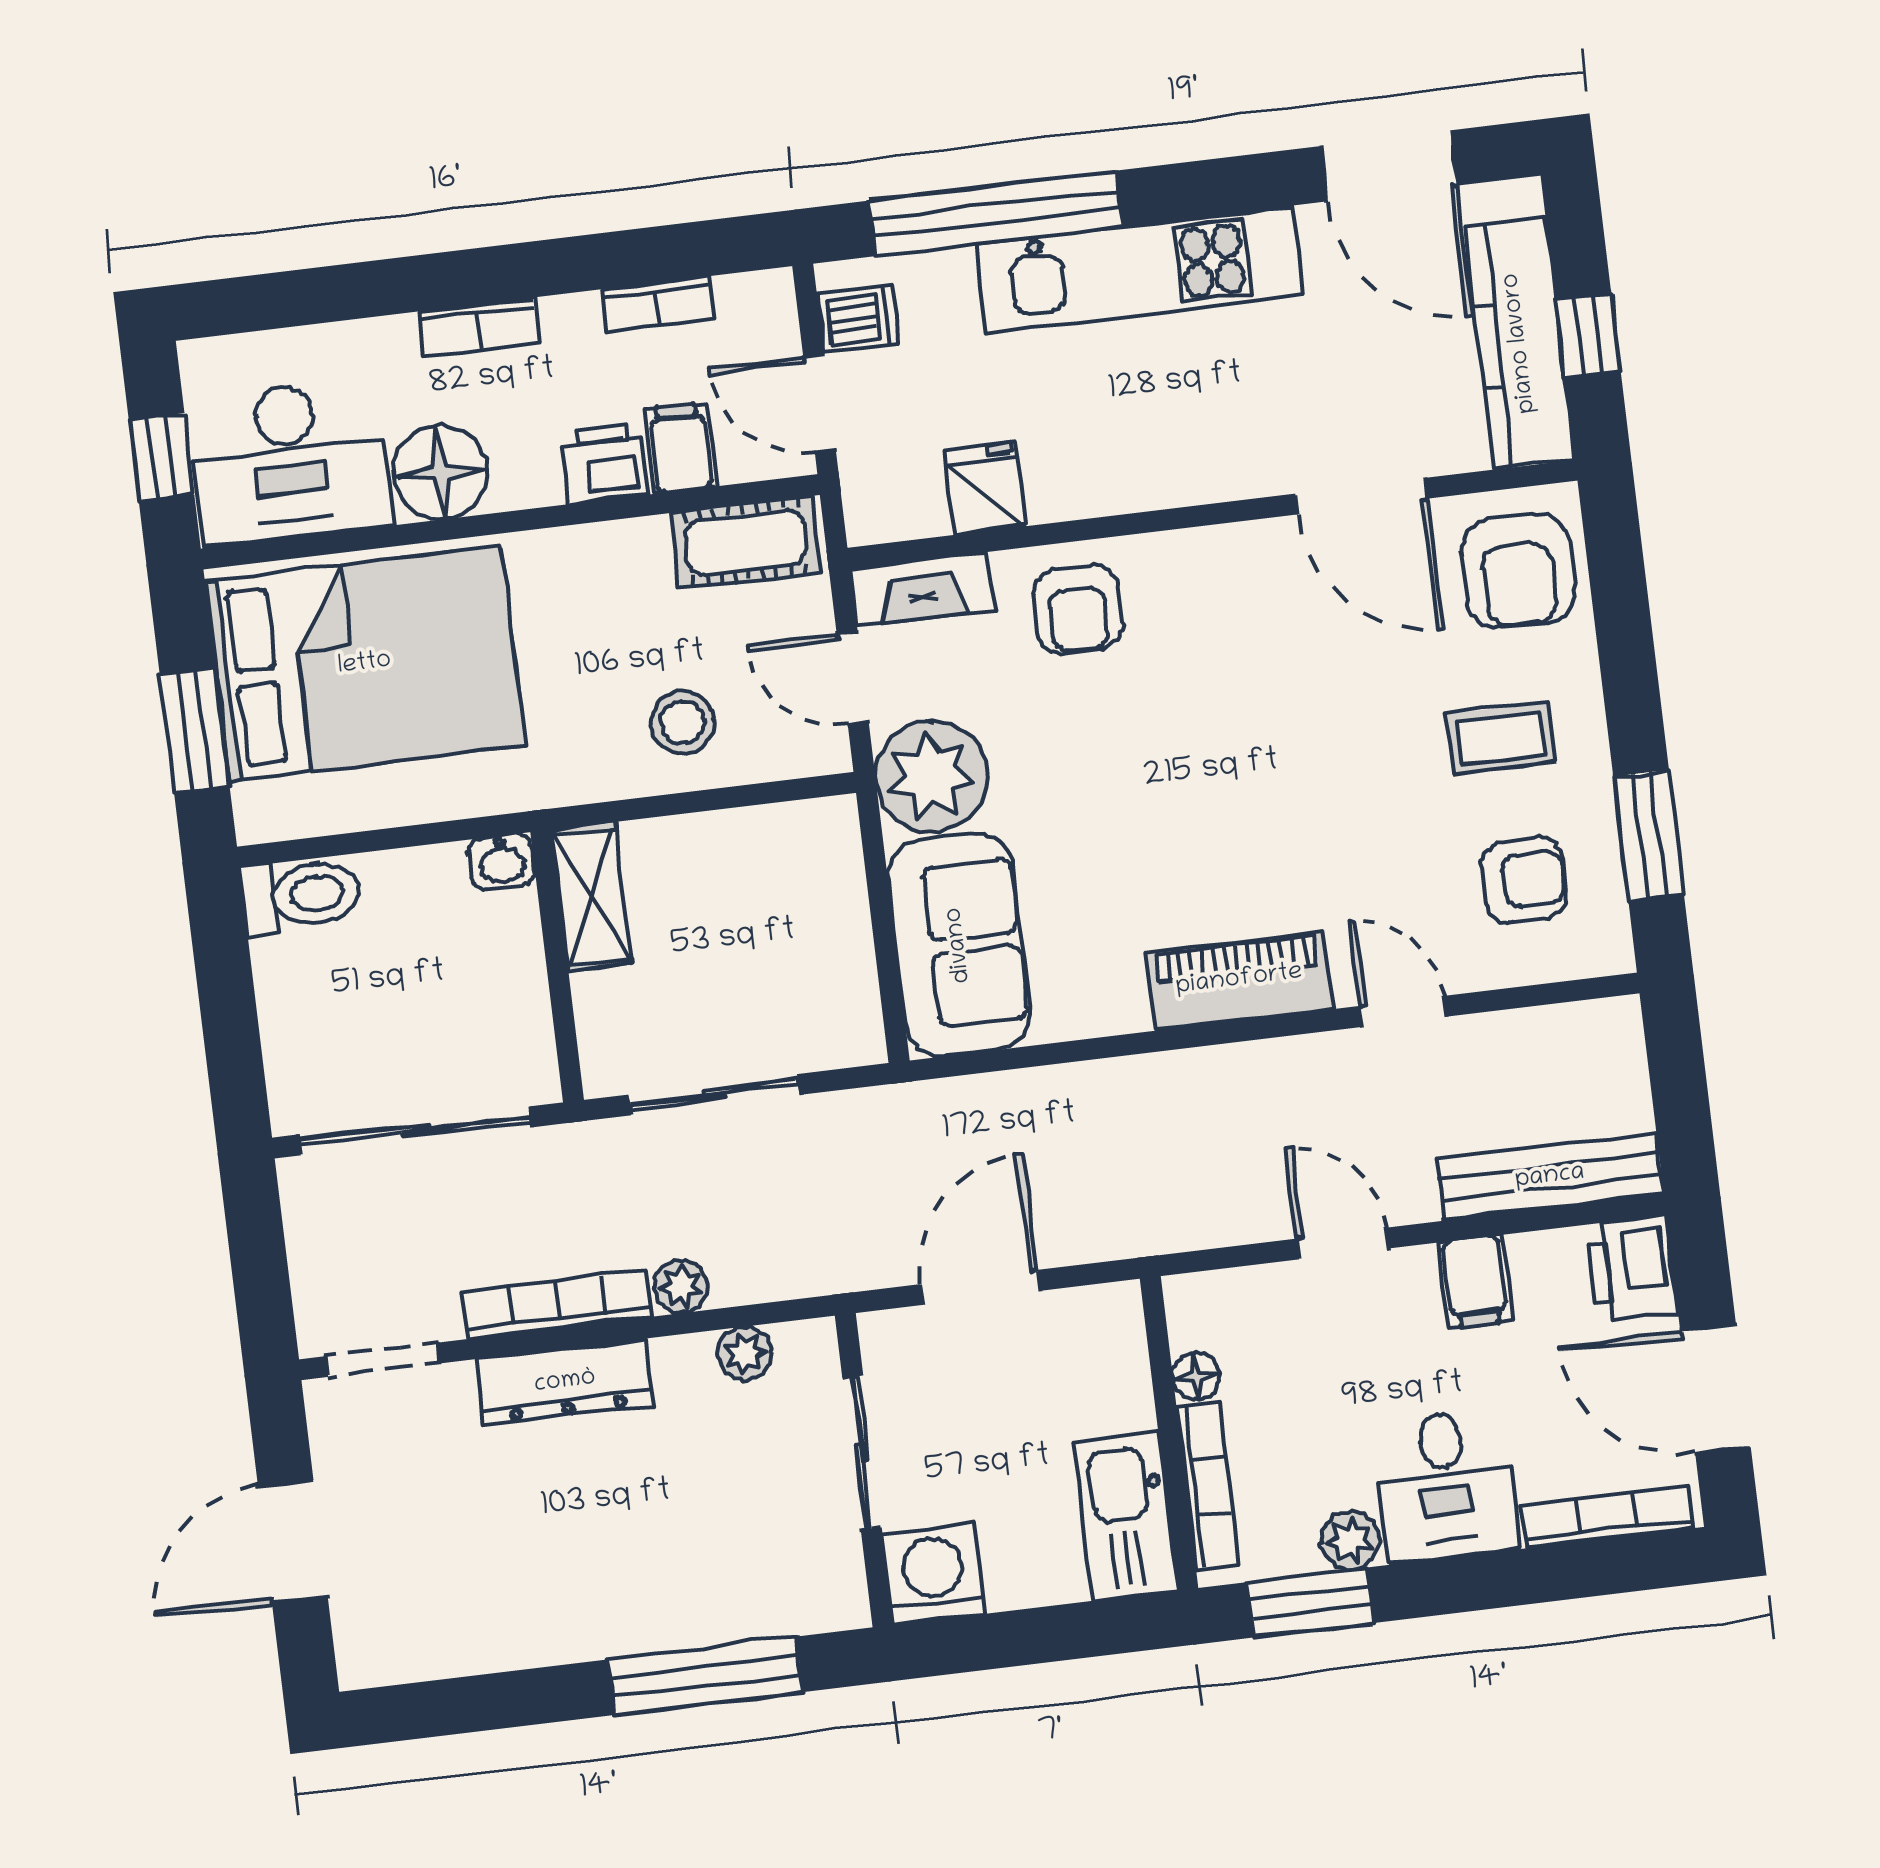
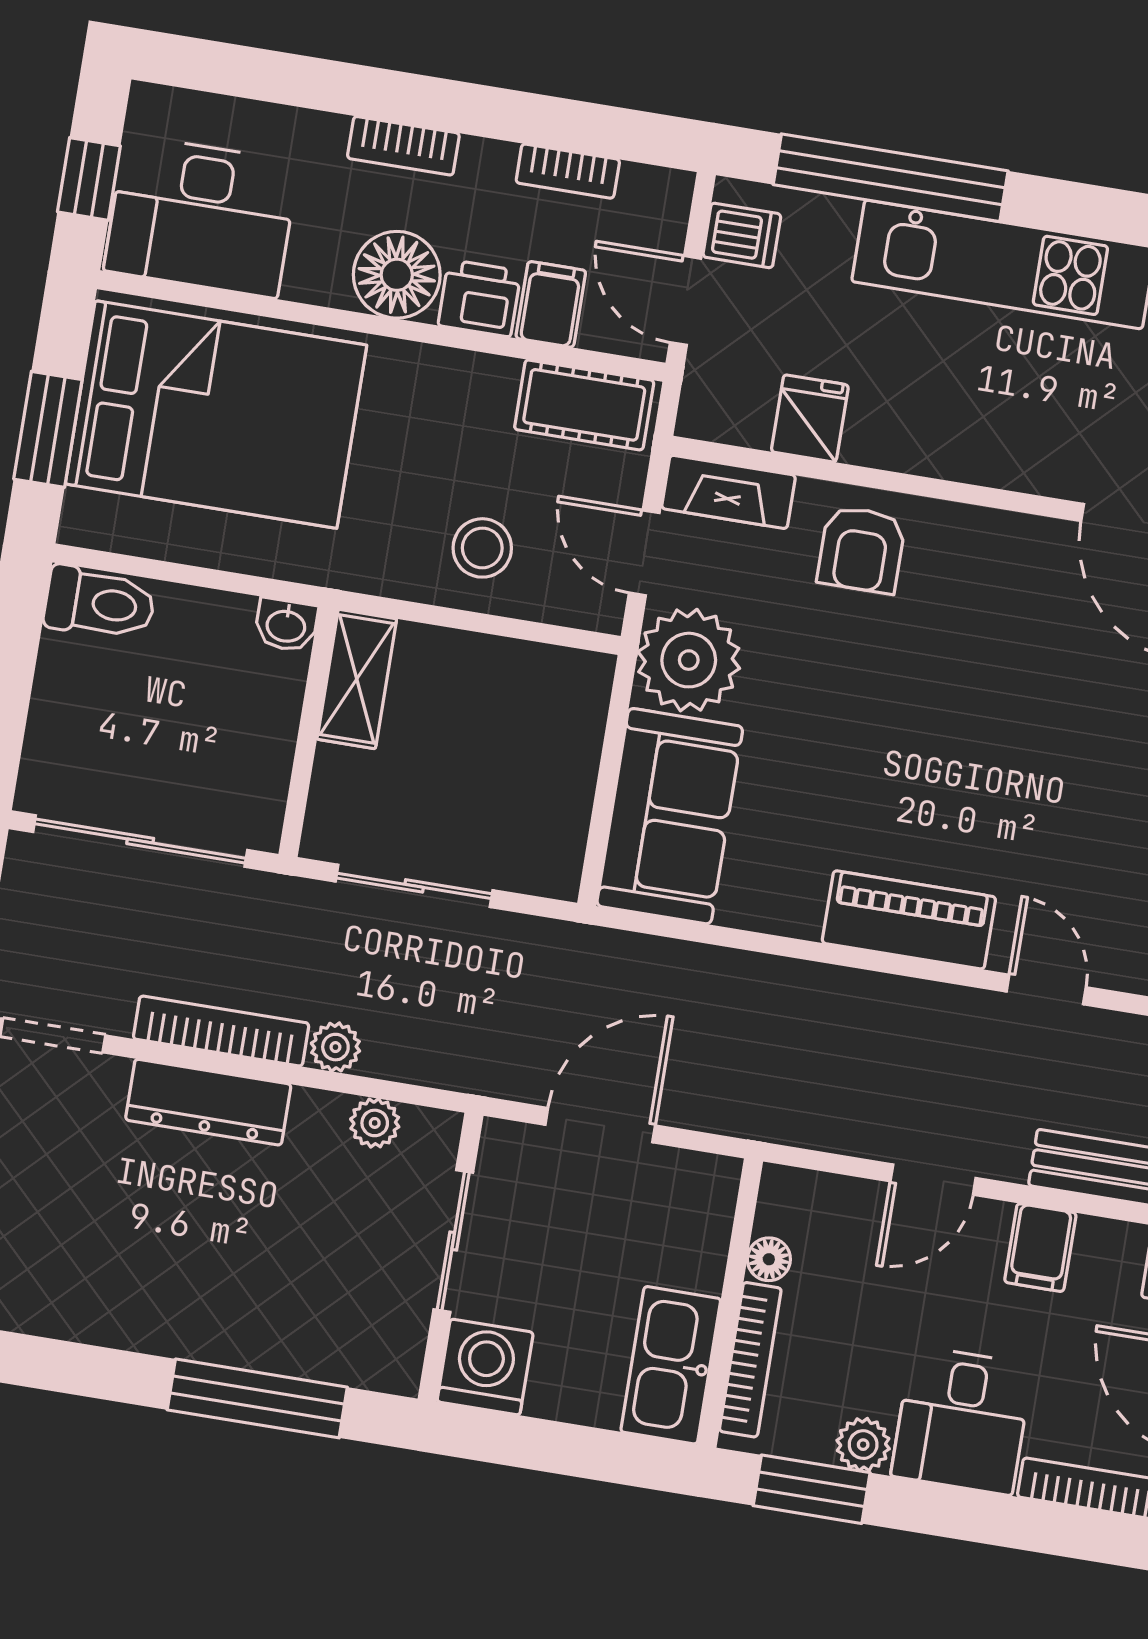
floor lamp: (440, 472) -> (397, 275), moved
door: (1343, 1244) -> (933, 1180), swing flipped

